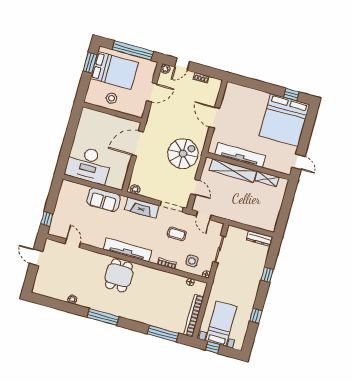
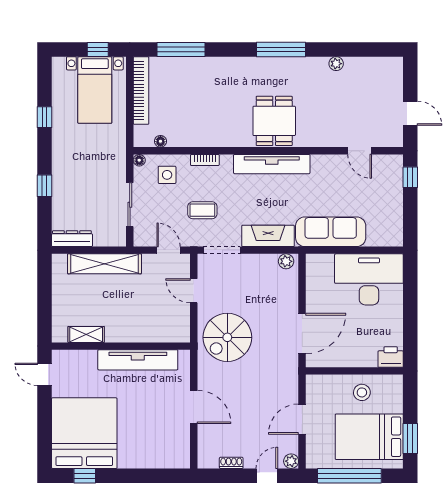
printer: (88, 115) -> (391, 357), added
shelving: (233, 171) -> (104, 264), moved
sofa: (104, 200) -> (331, 232), width x1.36

